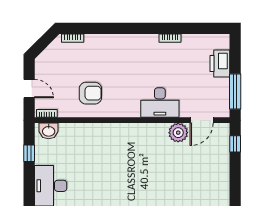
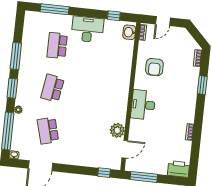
window: (107, 28) -> (202, 85), added
printer: (220, 64) -> (179, 169), moved
desk: (160, 103) -> (143, 105), moved
door: (202, 120) -> (125, 149), swing flipped

